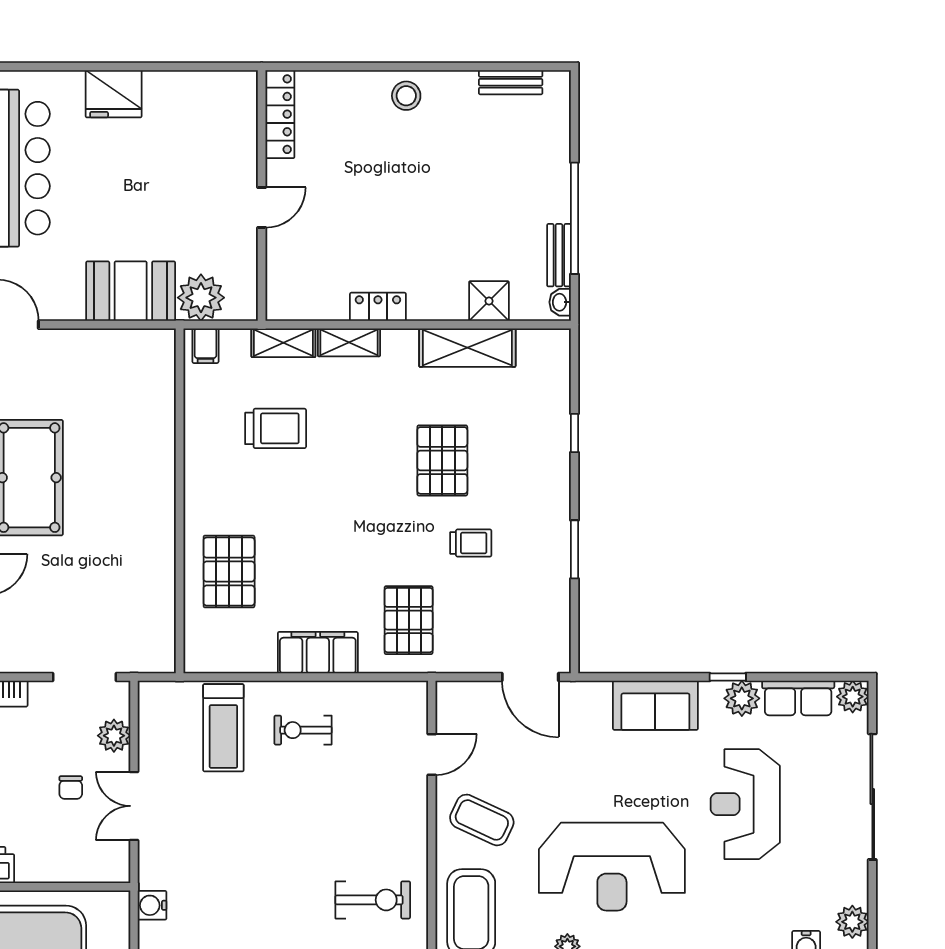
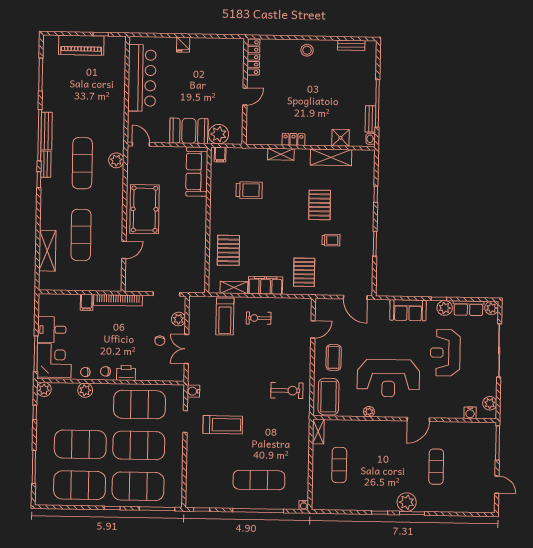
fridge: (114, 94) -> (183, 45), width x0.53, depth x0.75
shelving: (283, 343) -> (234, 288), moved
sofa: (151, 387) -> (197, 172), added
coffee table: (482, 820) -> (334, 357), turned 65

